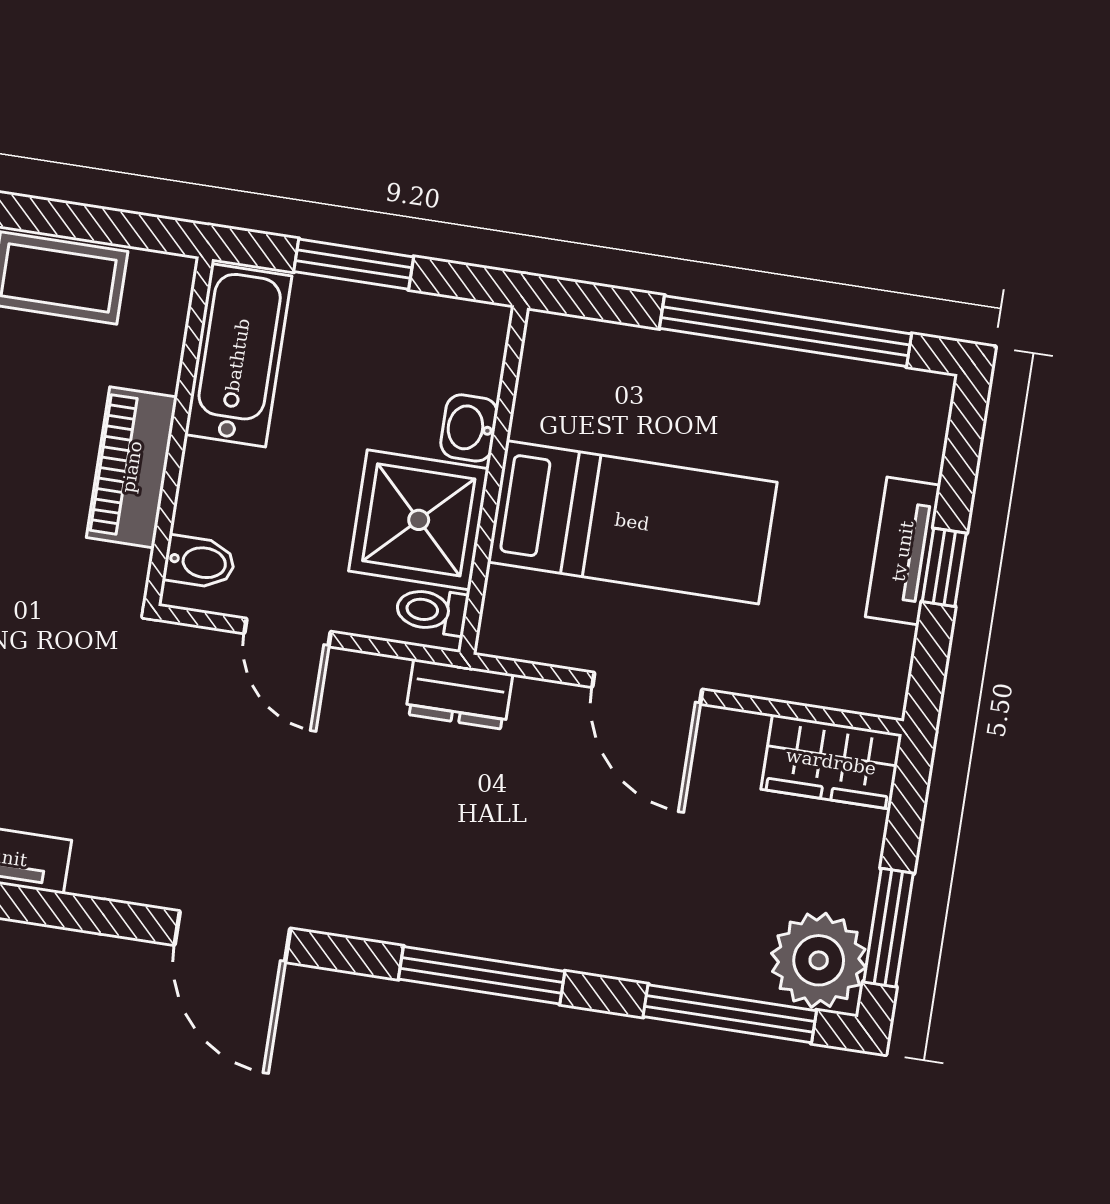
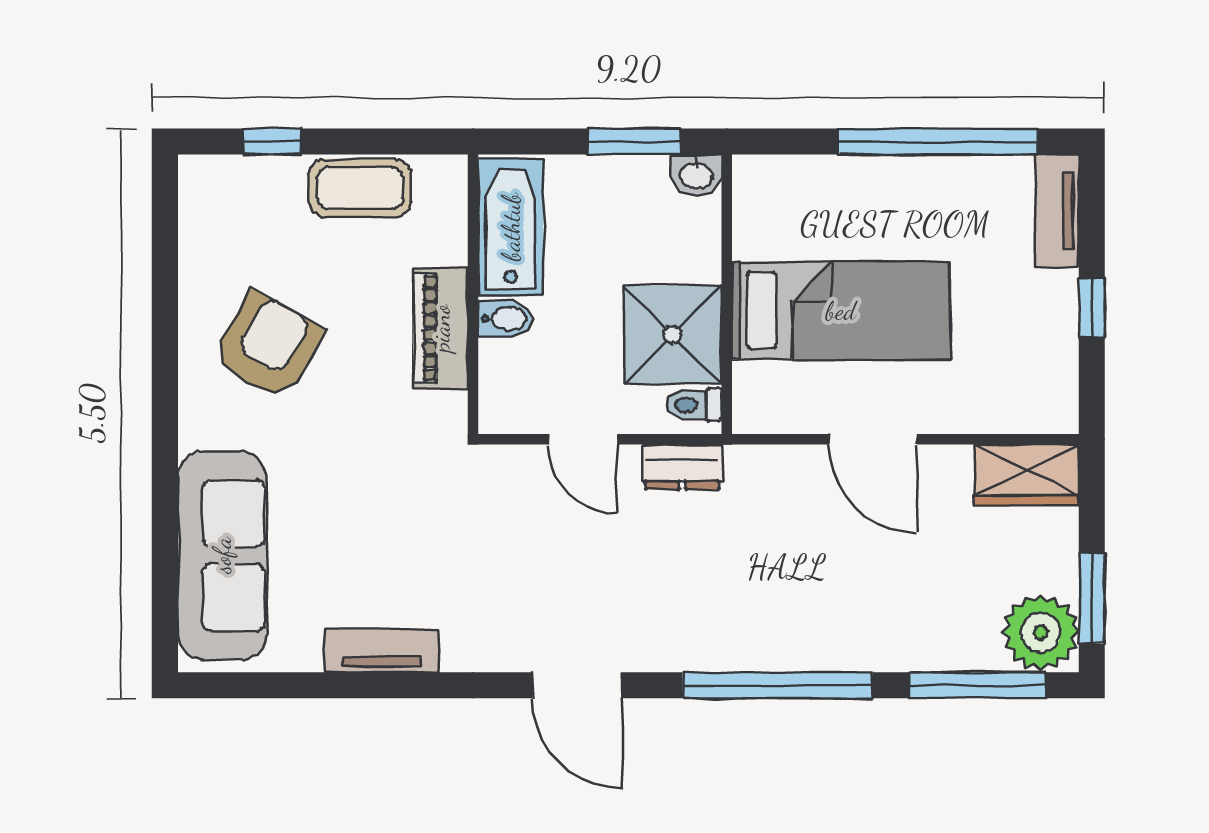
window: (354, 264) -> (633, 142), moved
washbasin: (469, 428) -> (696, 175), moved, turned -90
tv unit: (903, 551) -> (1057, 211), moved
bidet: (199, 562) -> (505, 319), moved
dresser: (459, 694) -> (682, 467), moved
window: (482, 975) -> (778, 685), width x1.46

